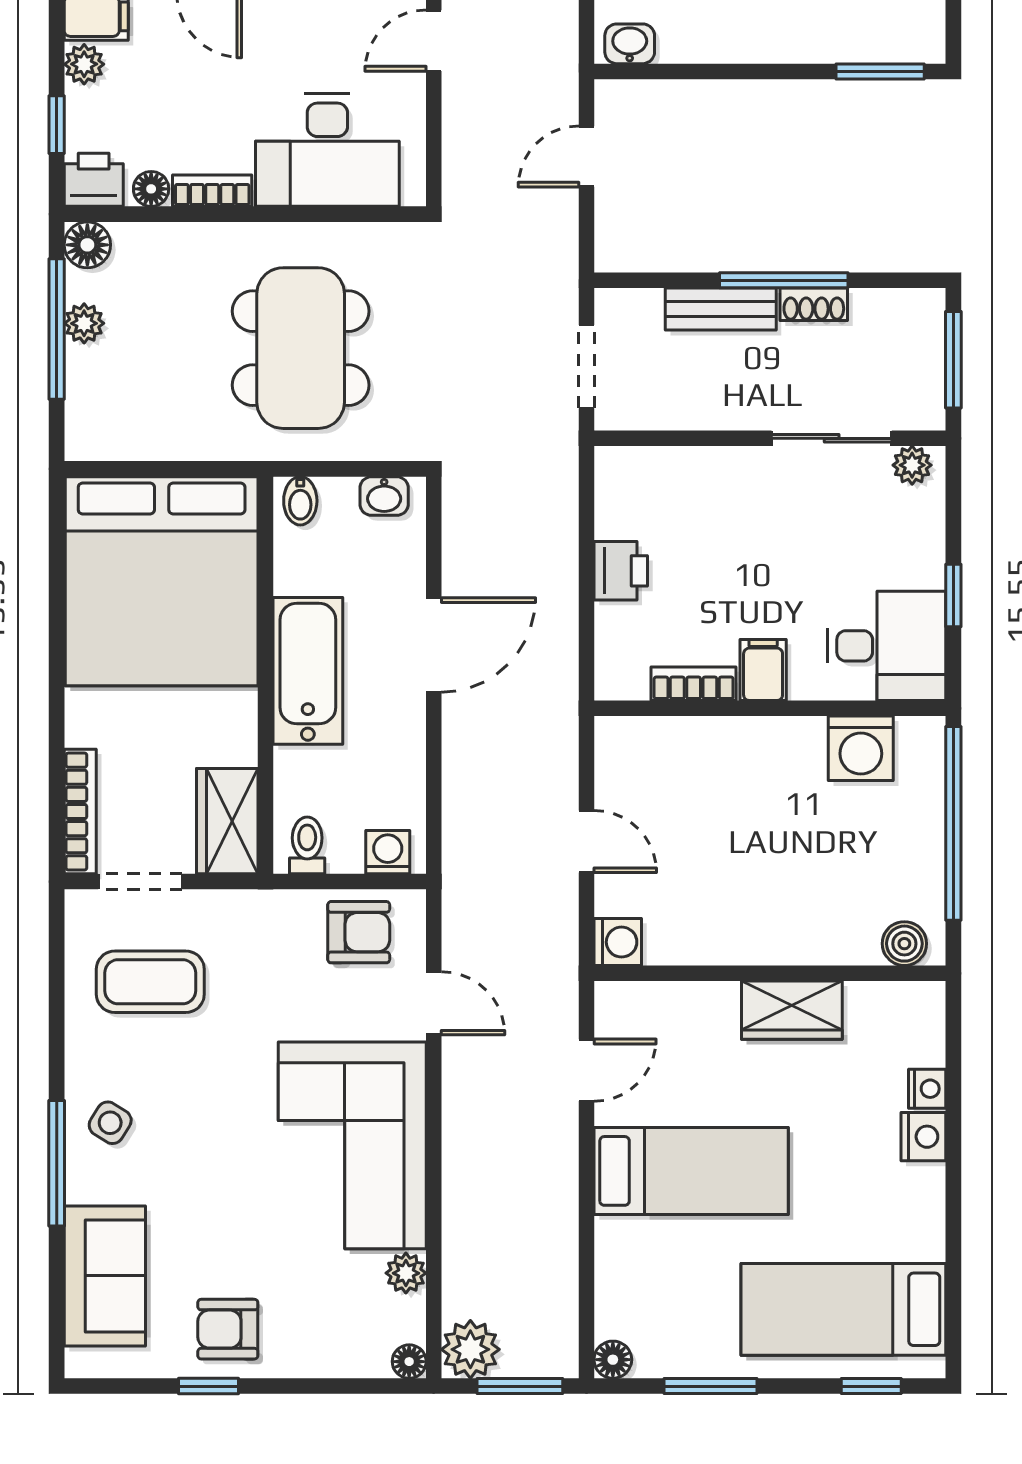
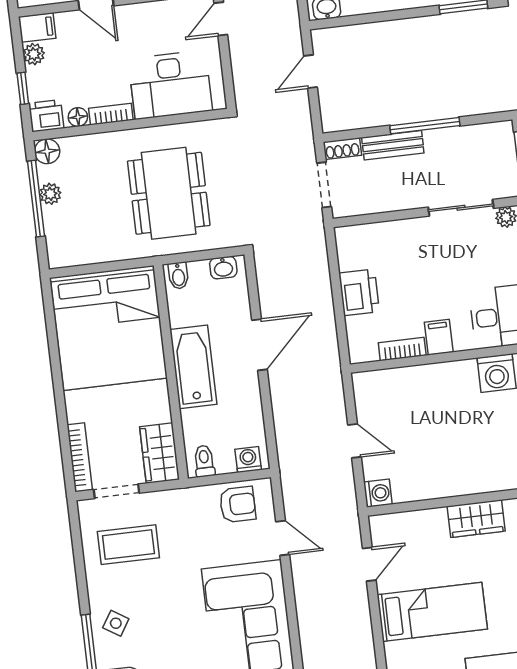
shoe rack: (814, 304) -> (342, 149), moved
printer: (621, 571) -> (359, 292), width x1.36, depth x1.24

